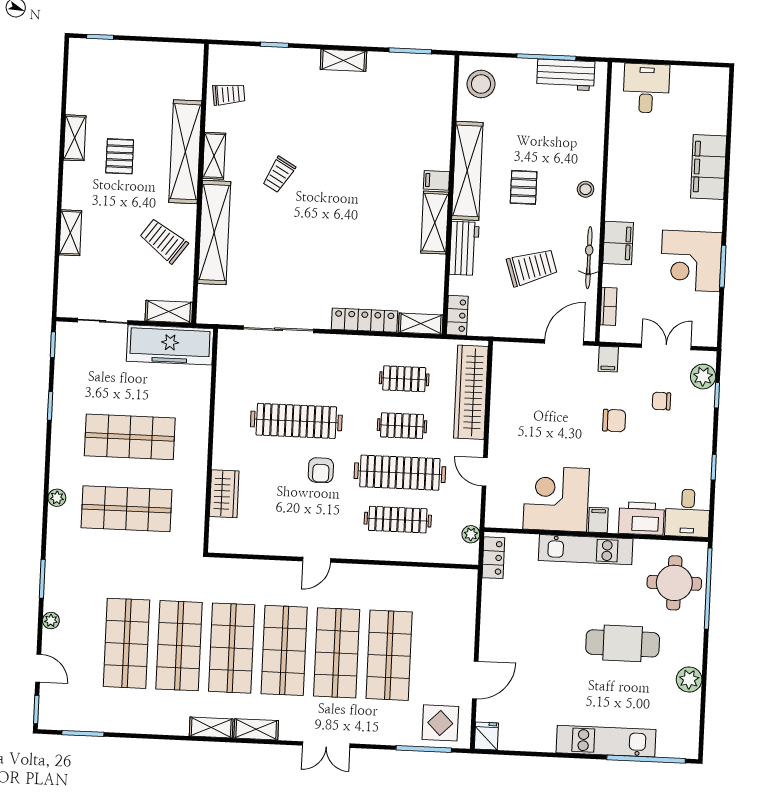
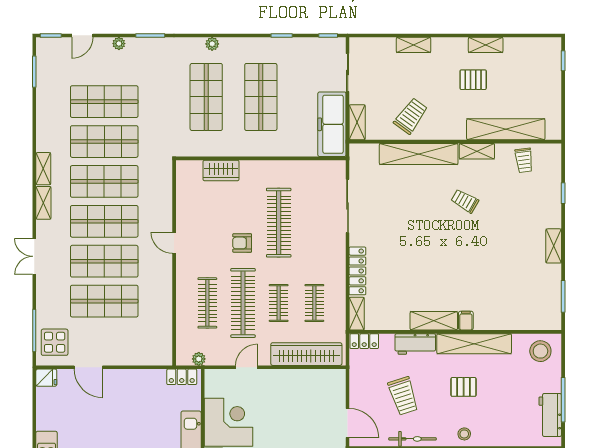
shelving: (185, 152) -> (506, 129), moved

